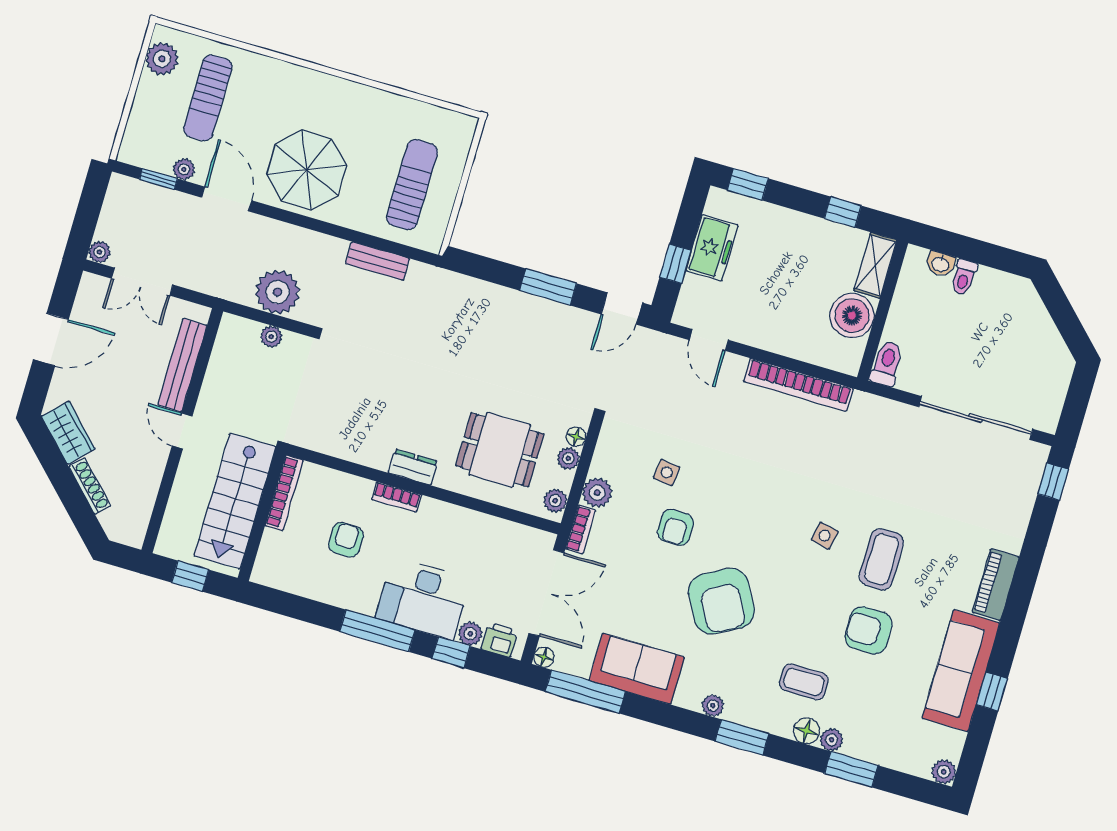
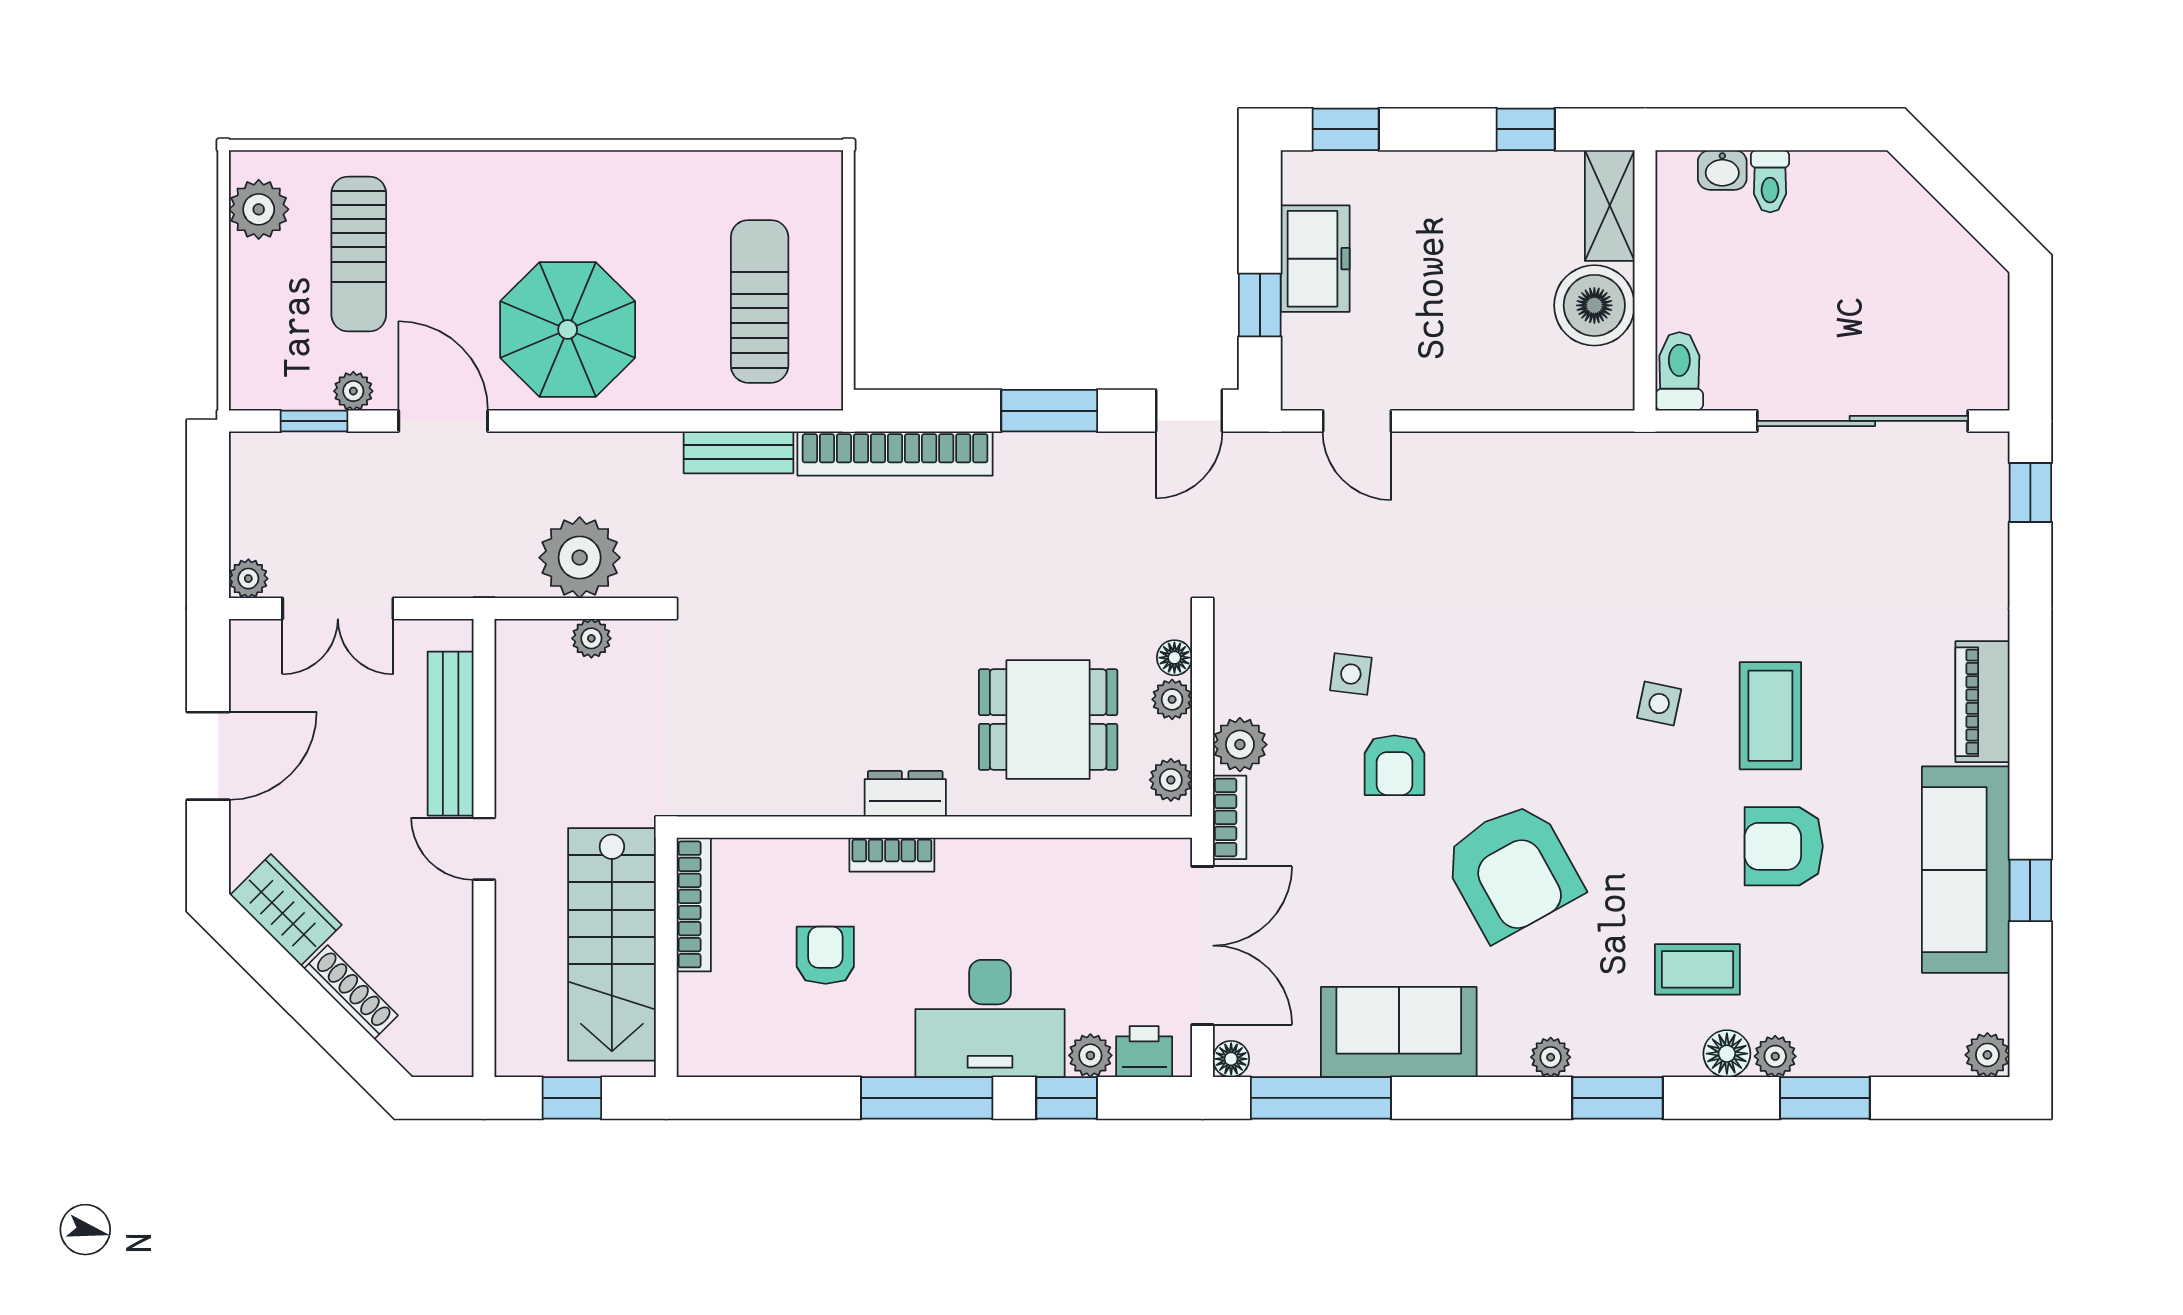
bookcase: (798, 385) -> (895, 454), moved

